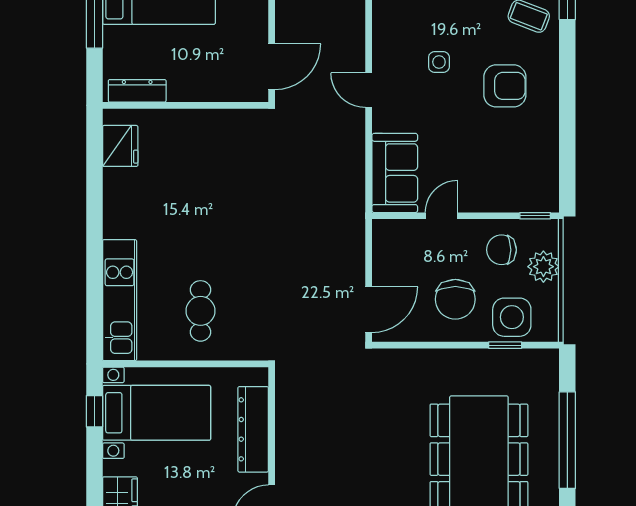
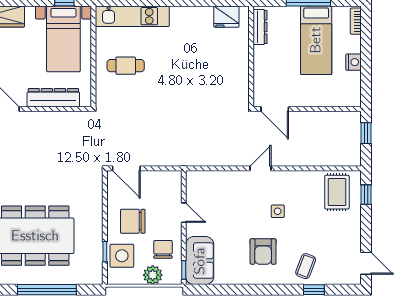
sofa: (395, 173) -> (200, 261), moved, turned -90

